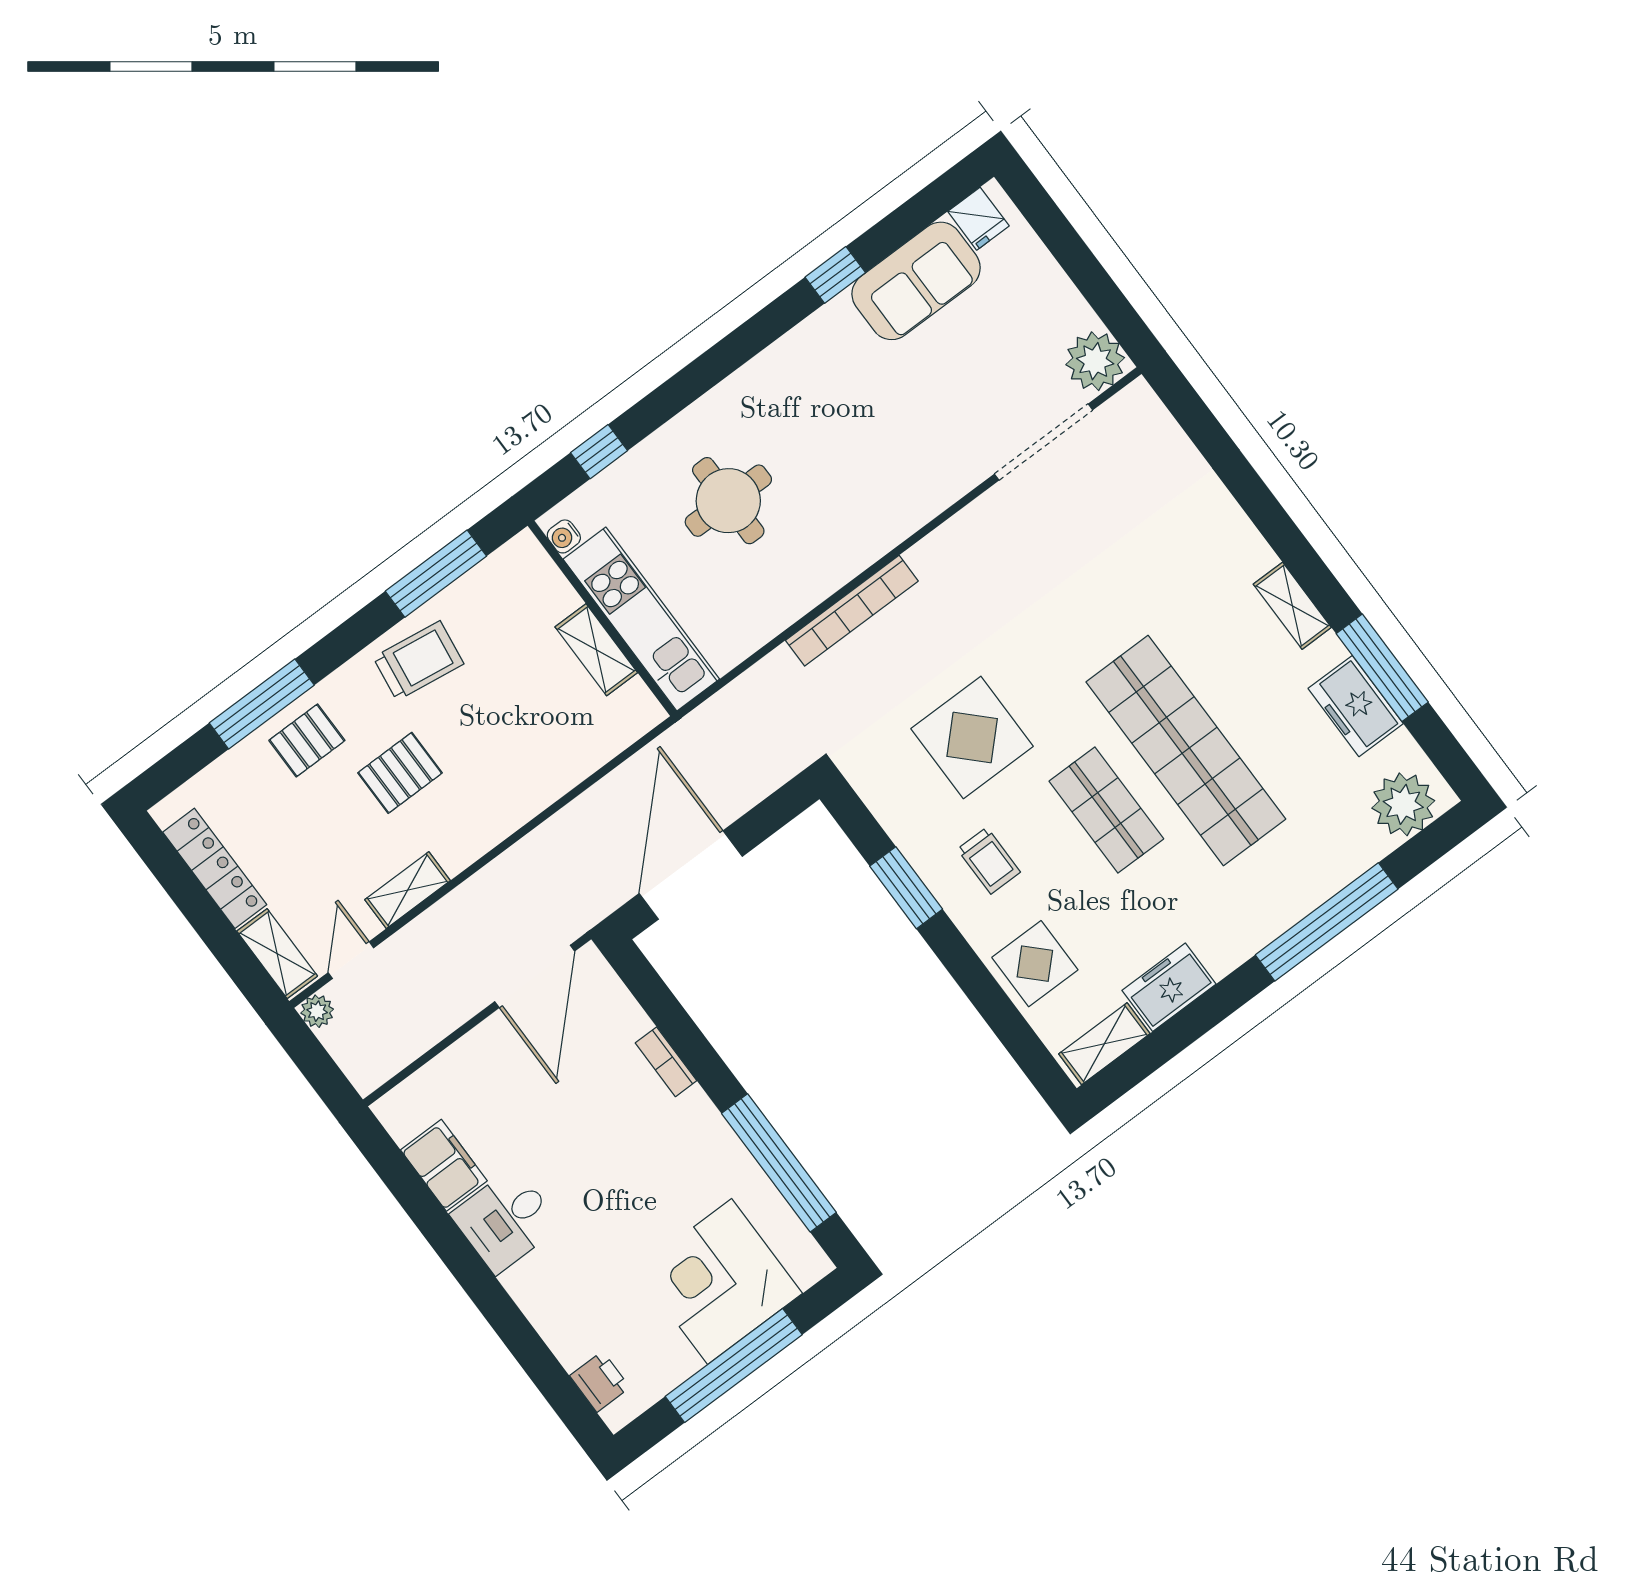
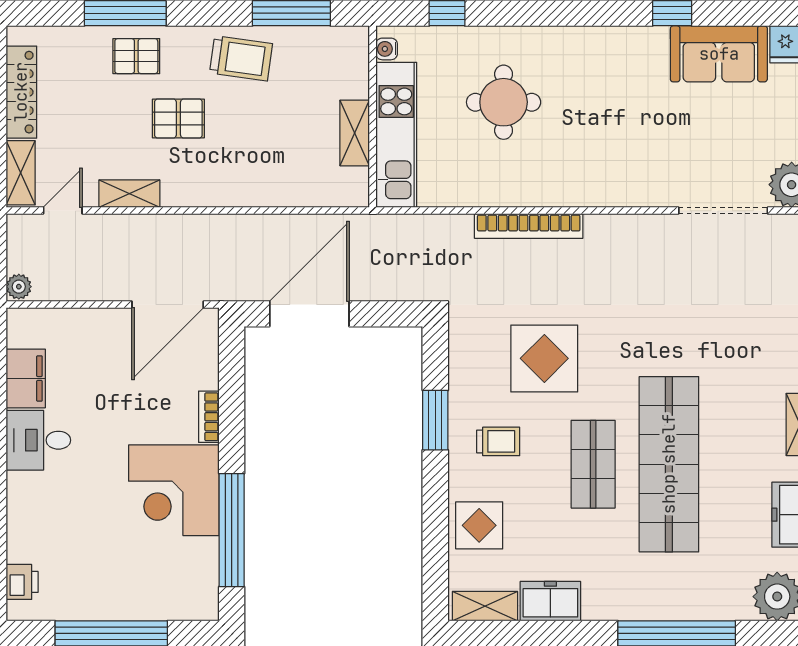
trolley: (989, 861) -> (498, 441), turned -90
plant: (317, 1011) -> (19, 287), moved
corner desk: (720, 1281) -> (174, 490), moved, turned -90

